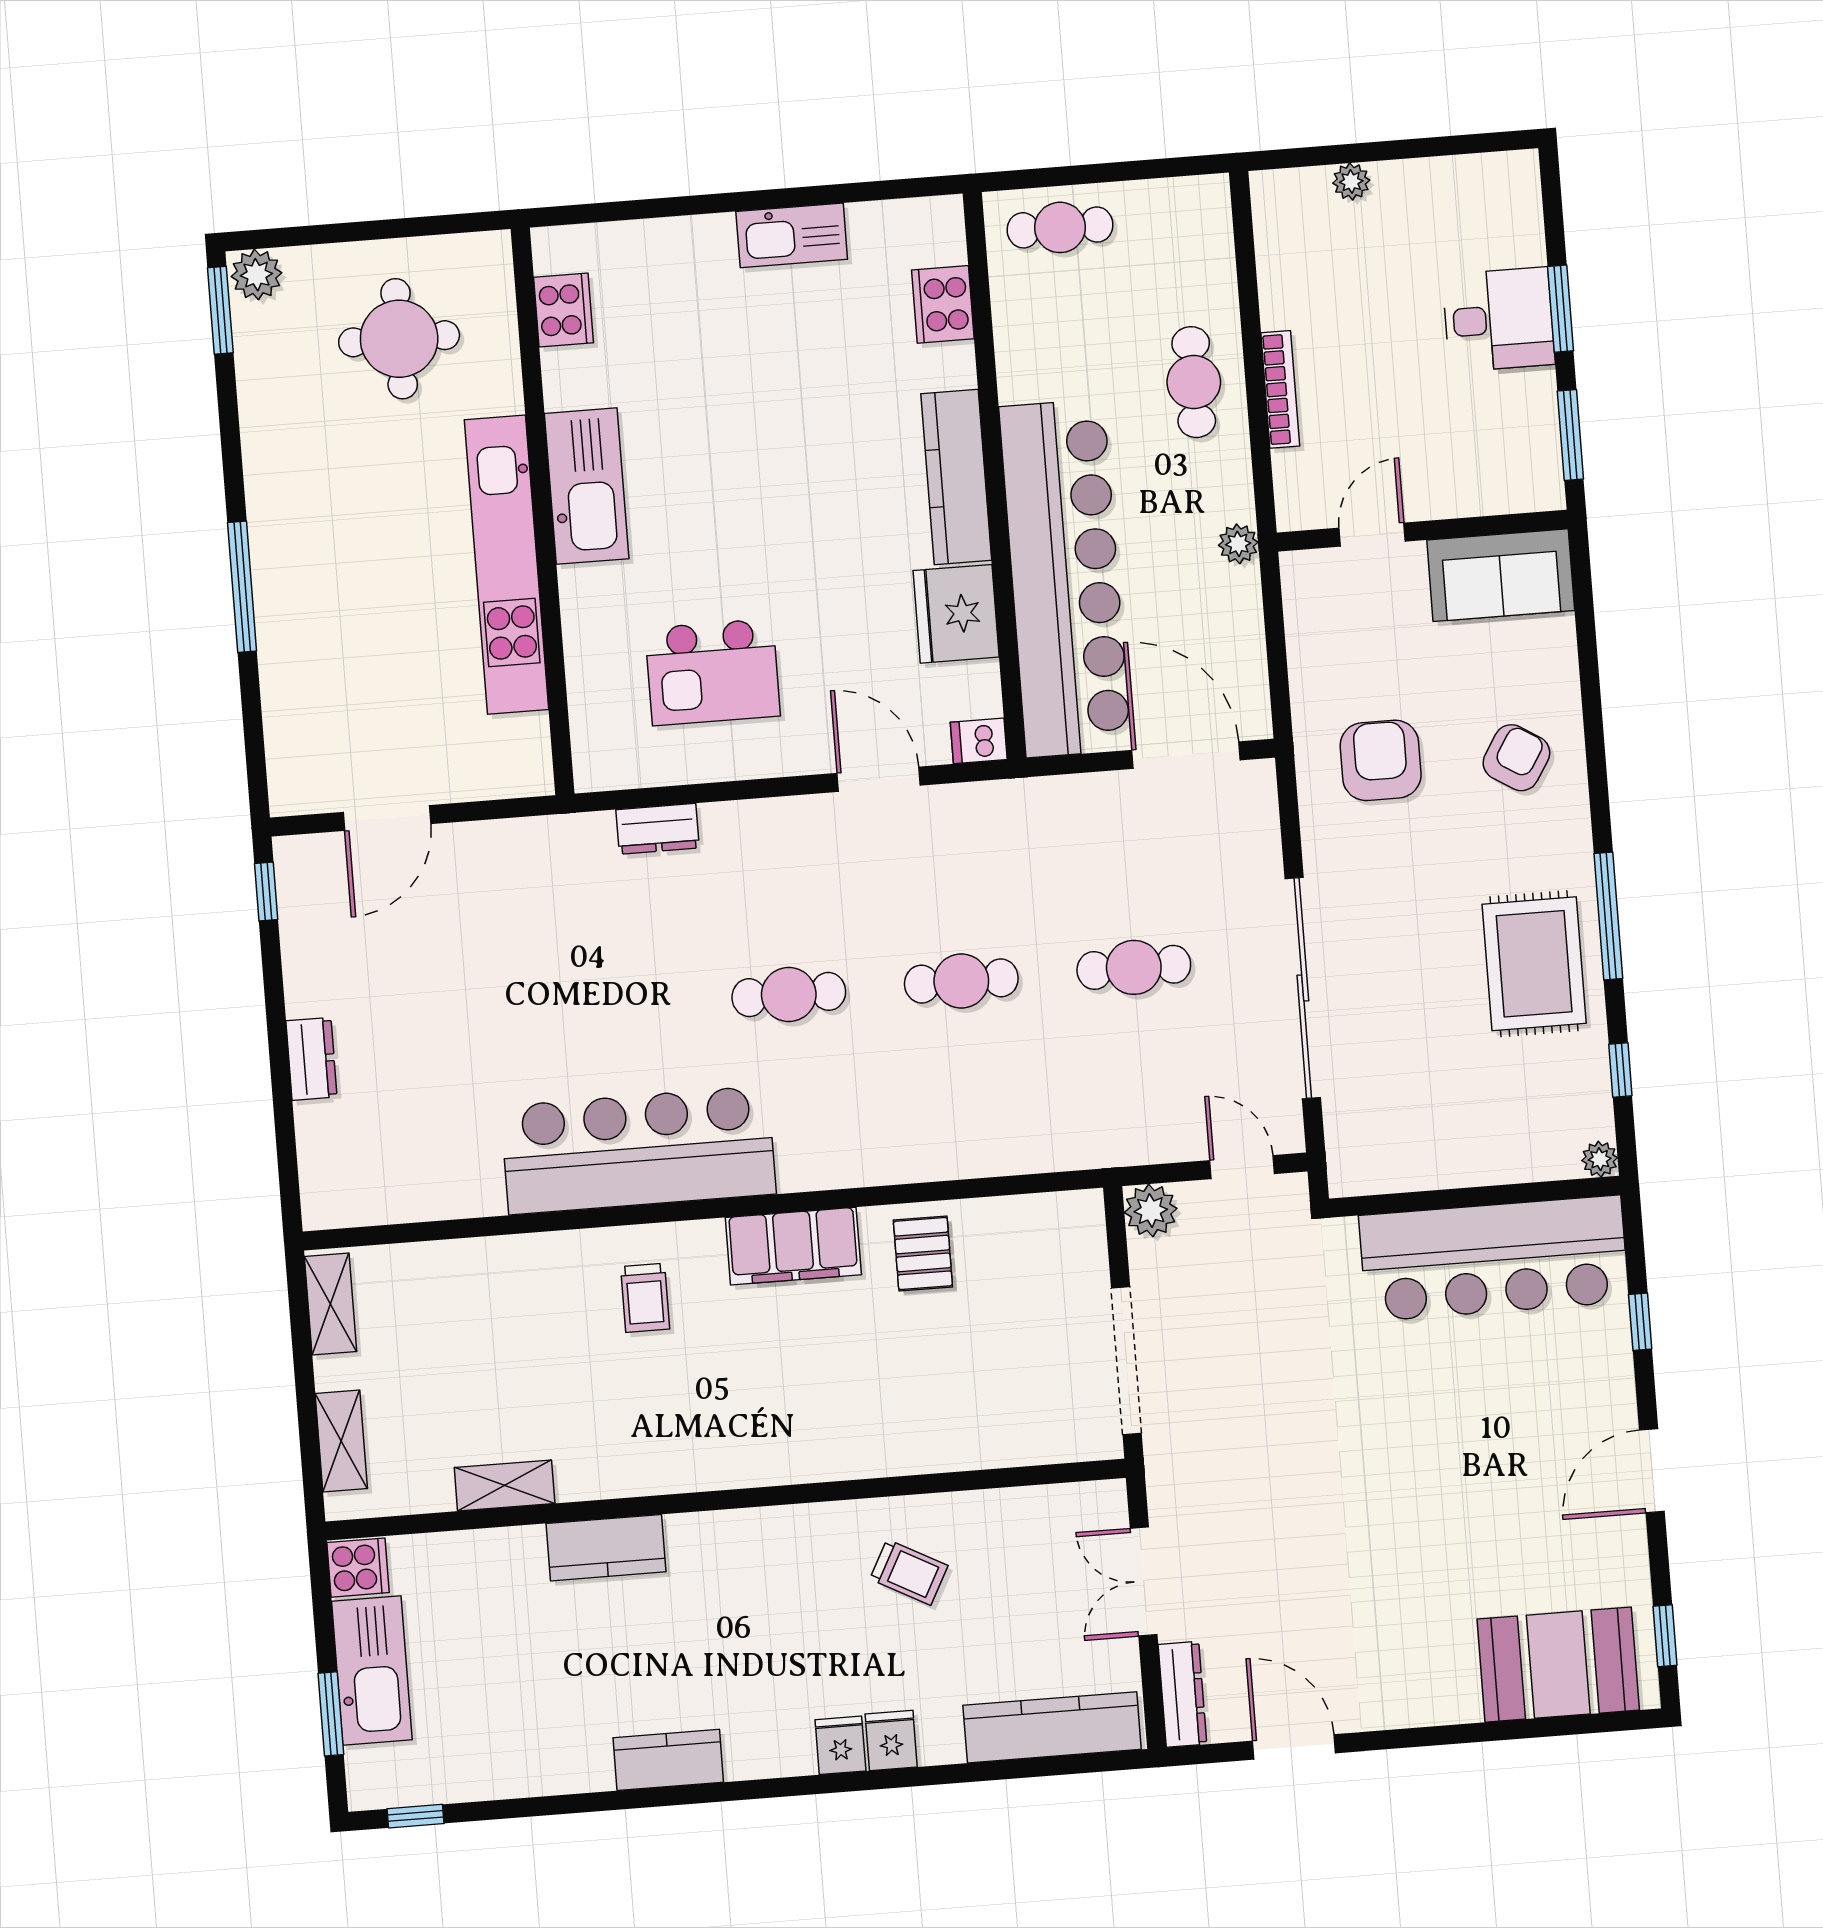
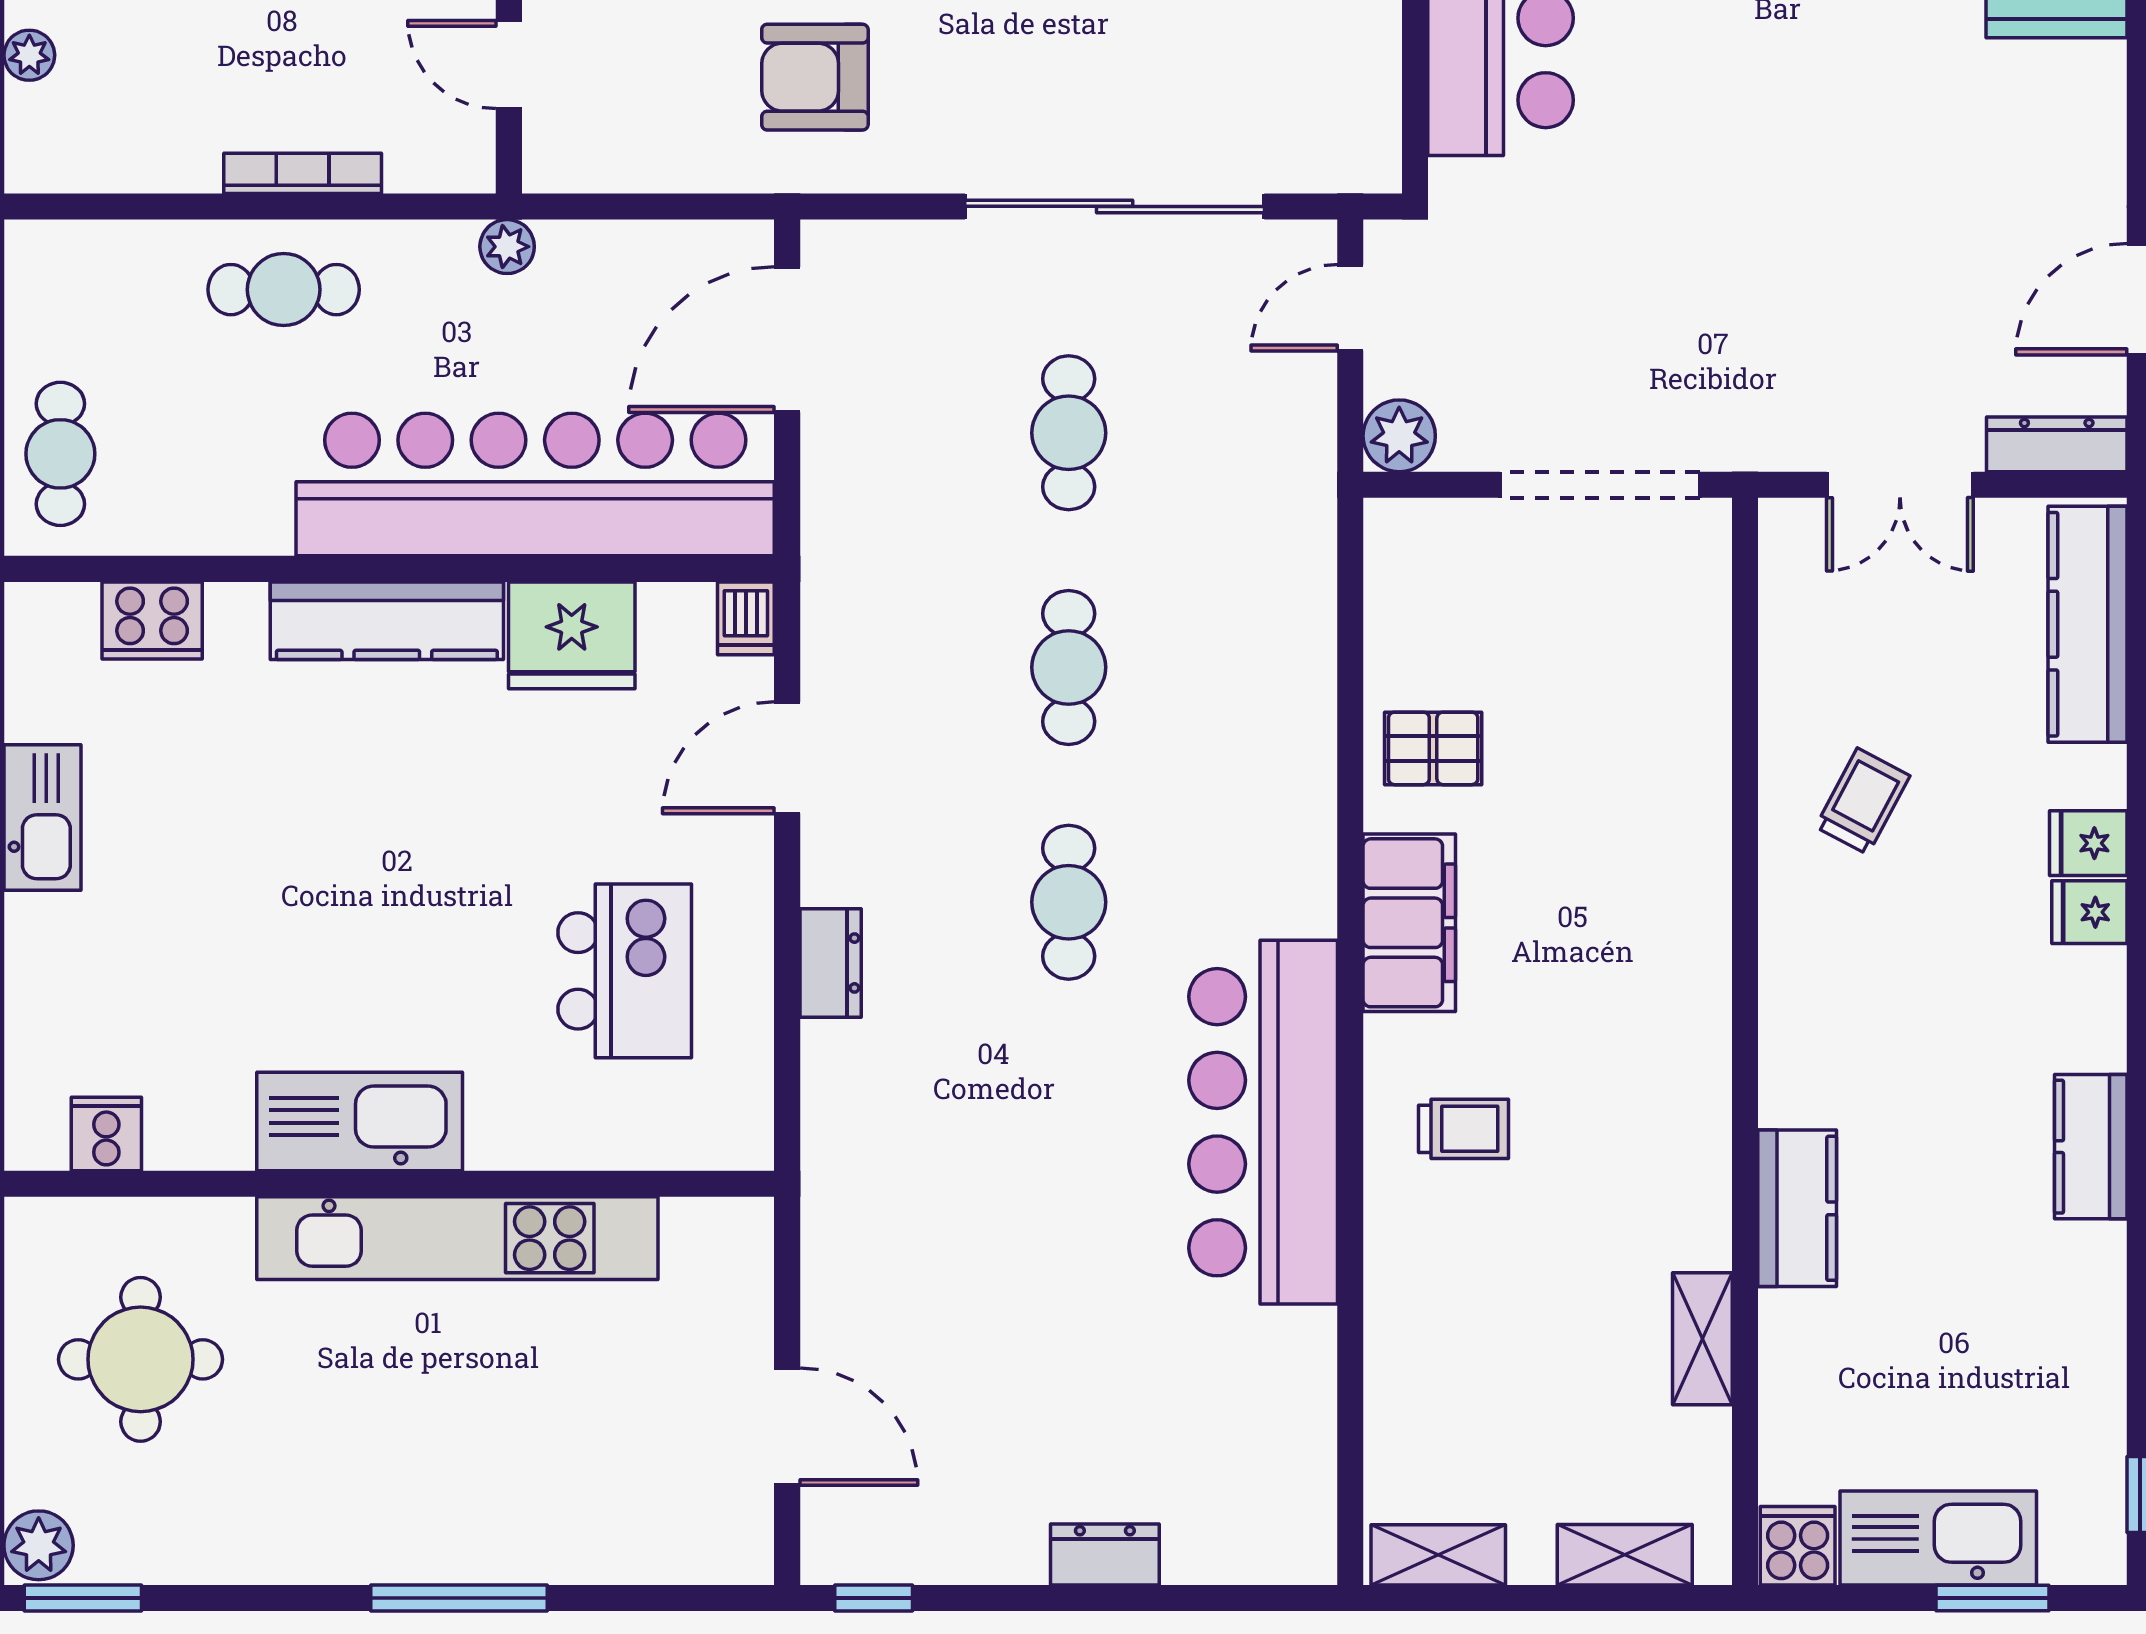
cooker: (563, 310) -> (106, 1134), width x0.73
dresser: (658, 829) -> (831, 963), moved

